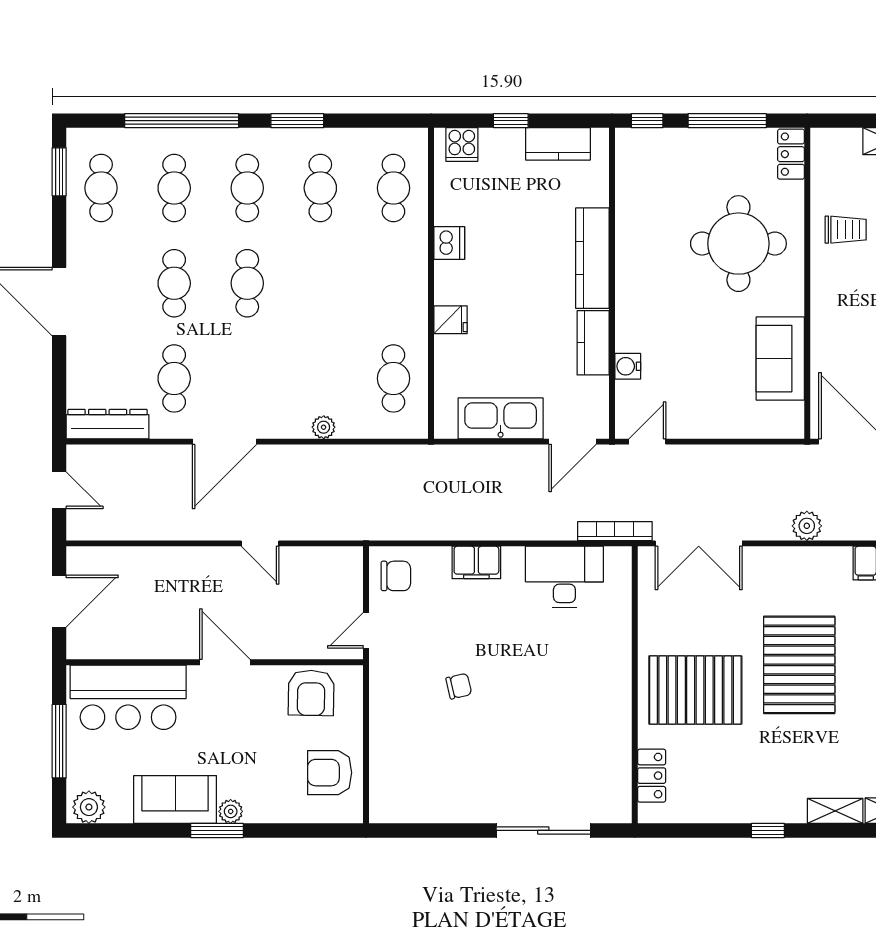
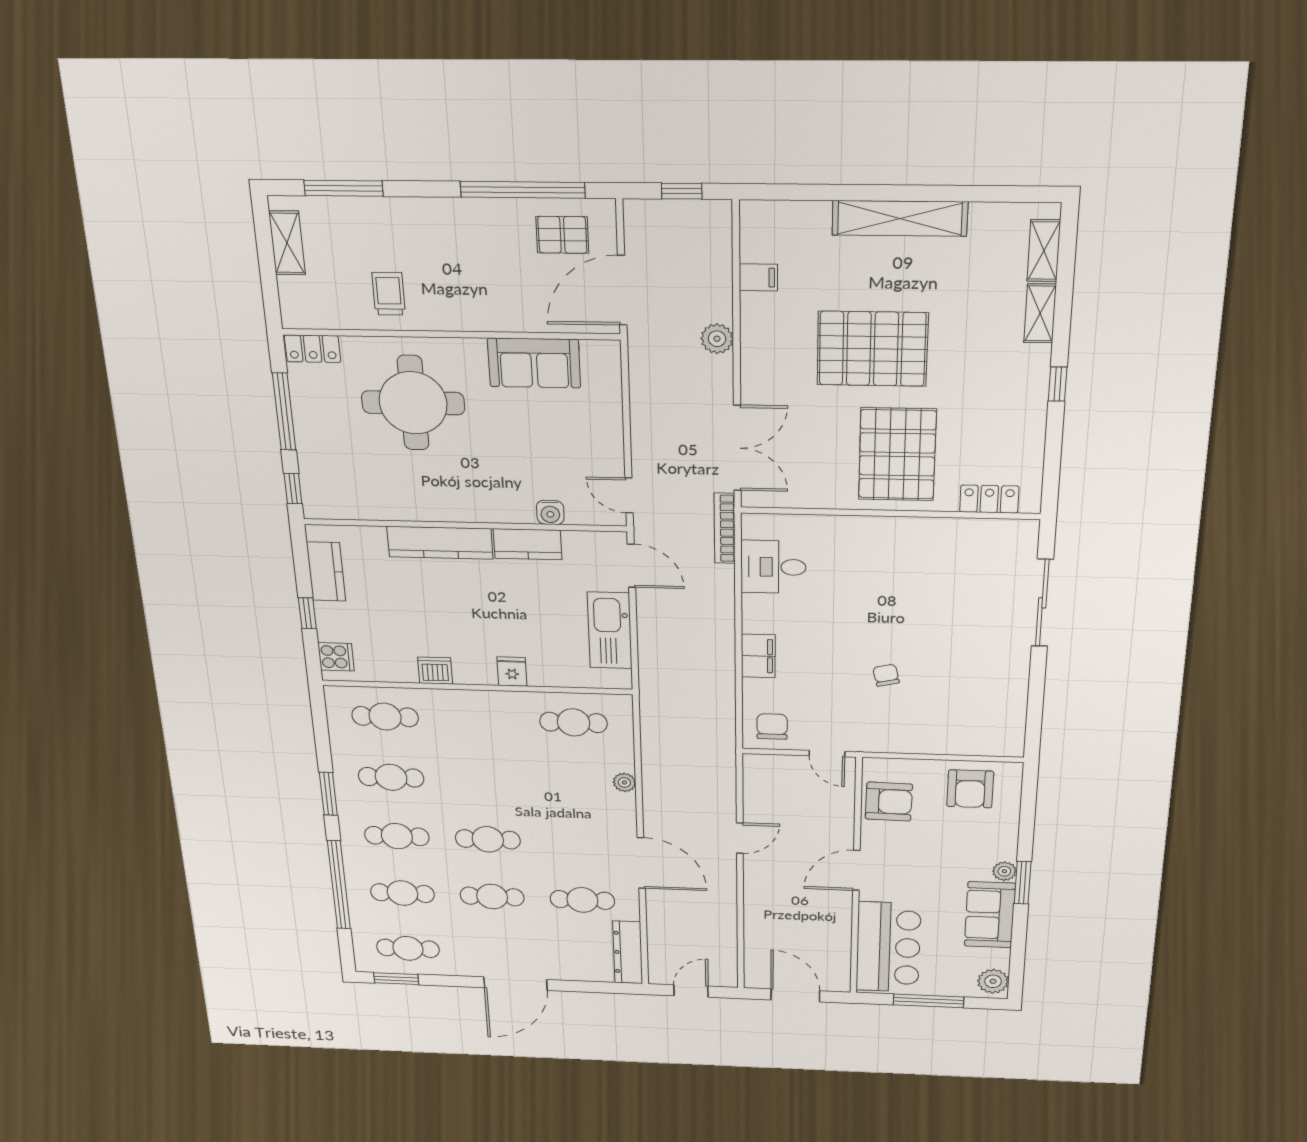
desk: (564, 577) -> (773, 567), width x0.73

